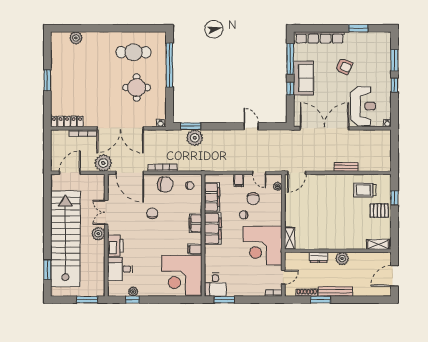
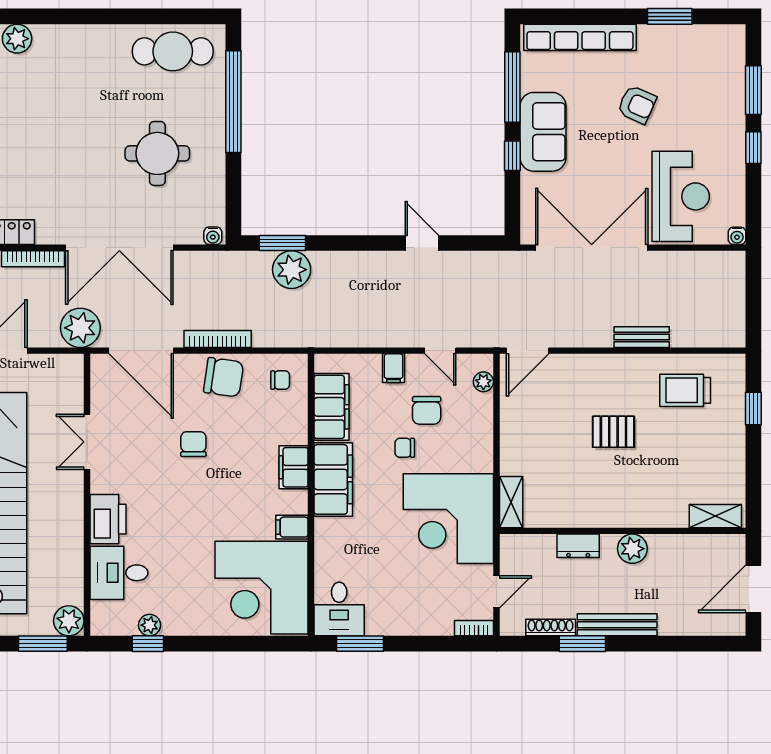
cafe table: (133, 52) -> (173, 51), moved
pallet: (379, 211) -> (613, 432), moved
plant: (98, 234) -> (69, 621), moved

